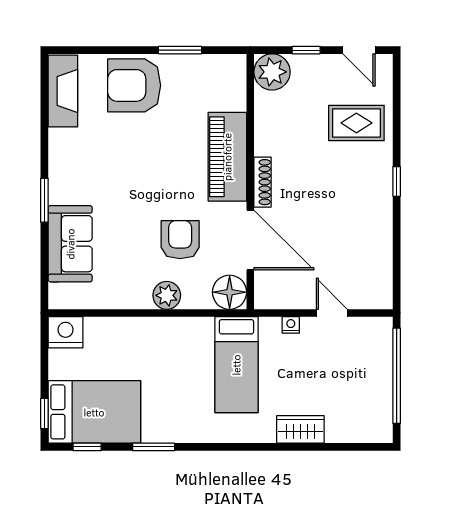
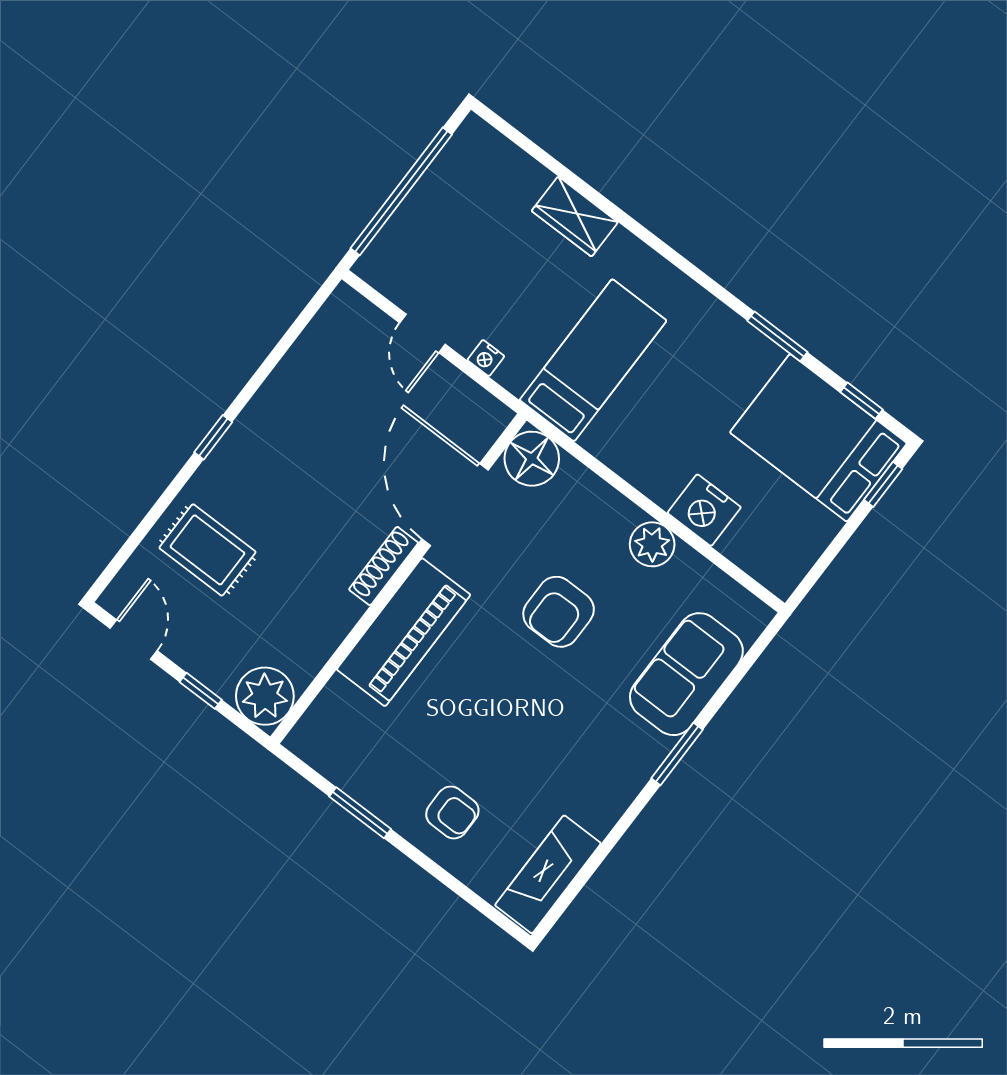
armchair: (134, 85) -> (452, 812), width x0.53, depth x0.53
armchair: (180, 240) -> (559, 612), moved
plant: (167, 295) -> (652, 544), moved
nightstand: (66, 332) -> (704, 510), moved

